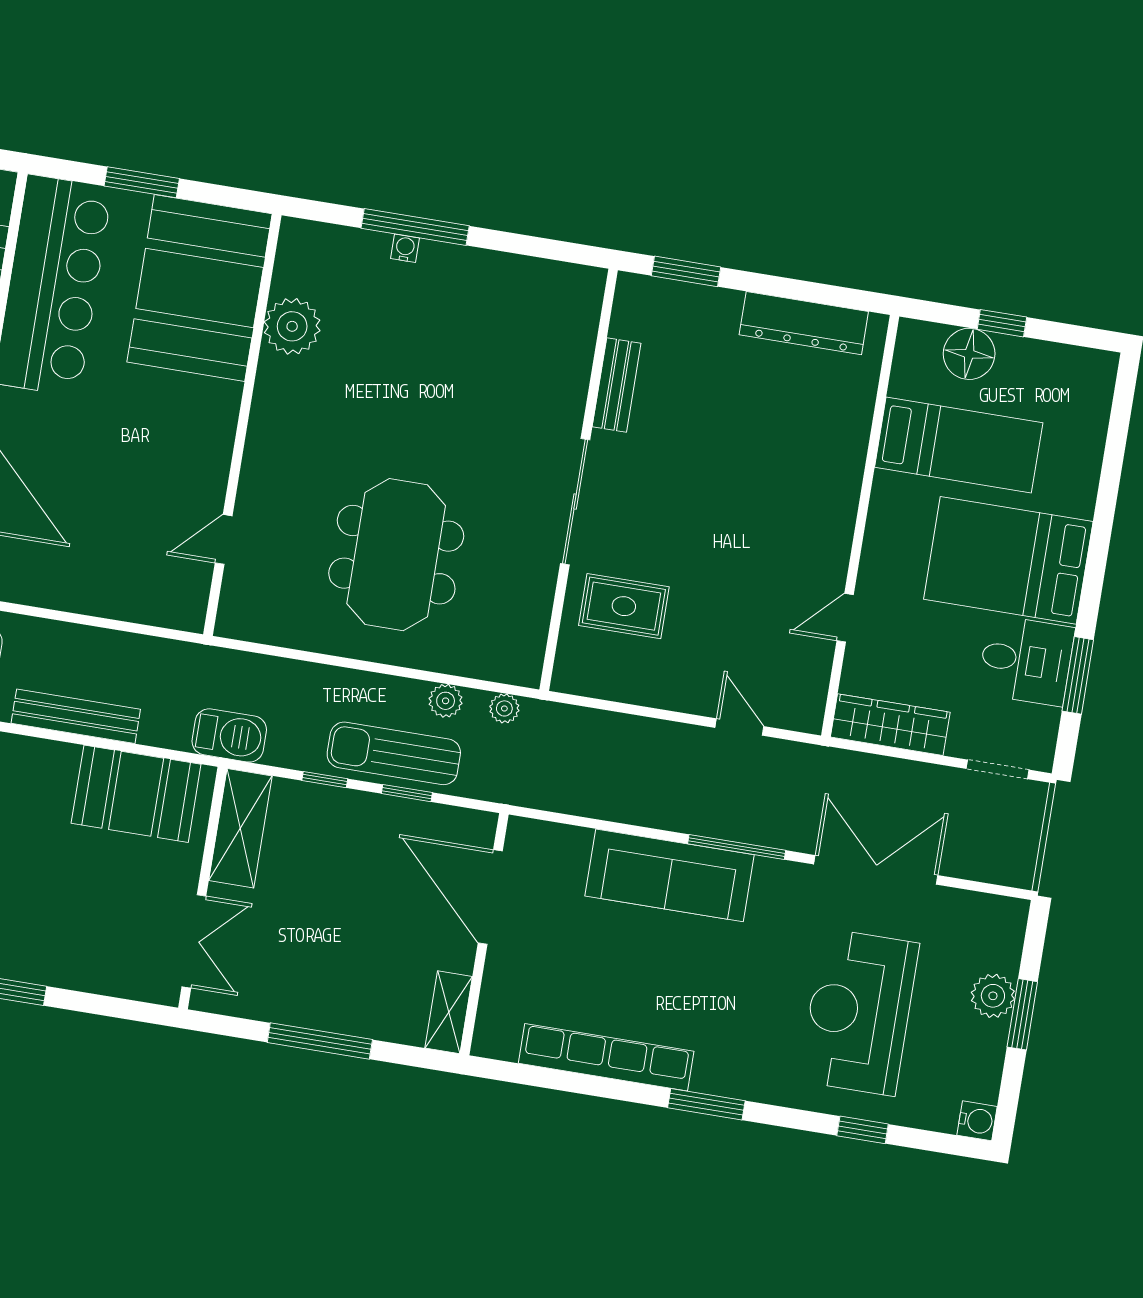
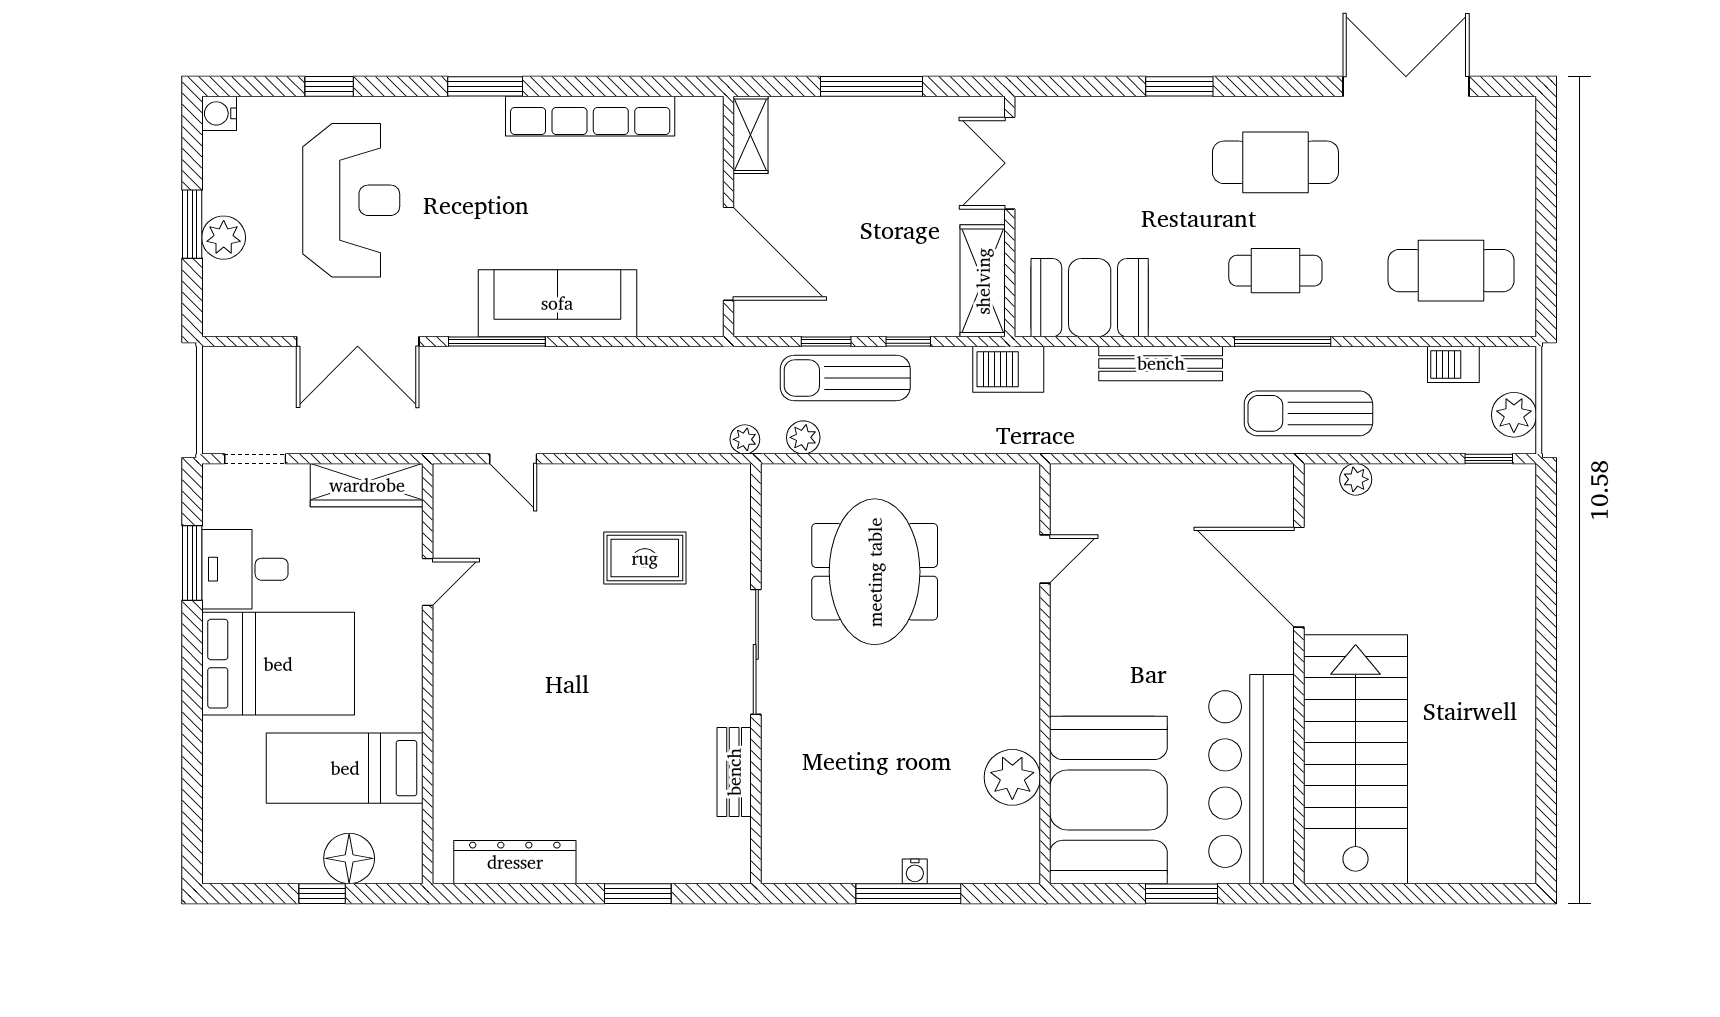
bench: (617, 385) -> (734, 772), moved
wall: (579, 480) -> (756, 674), moved
sliding door: (575, 502) -> (756, 652), moved
sun lounger: (394, 753) -> (845, 378), turned 180

